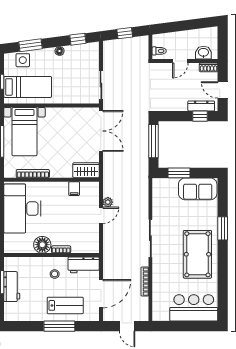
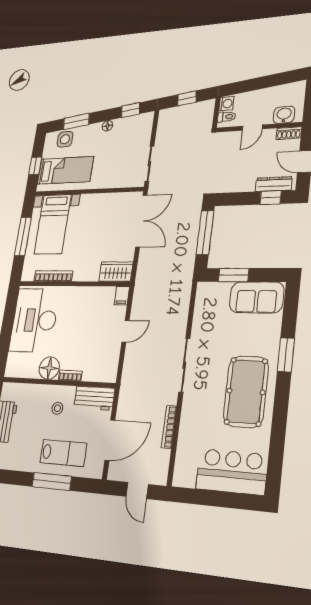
washing machine: (158, 40) -> (226, 104), added
filing cabinet: (74, 189) -> (122, 296), moved
plant: (108, 202) -> (136, 314), removed

